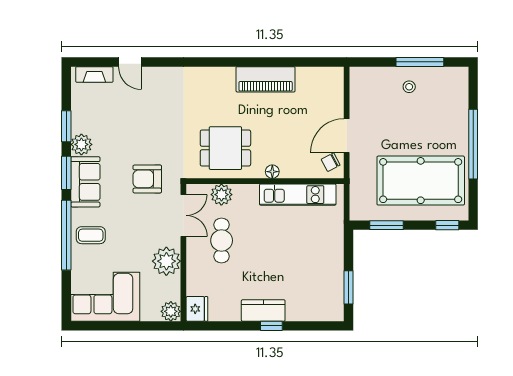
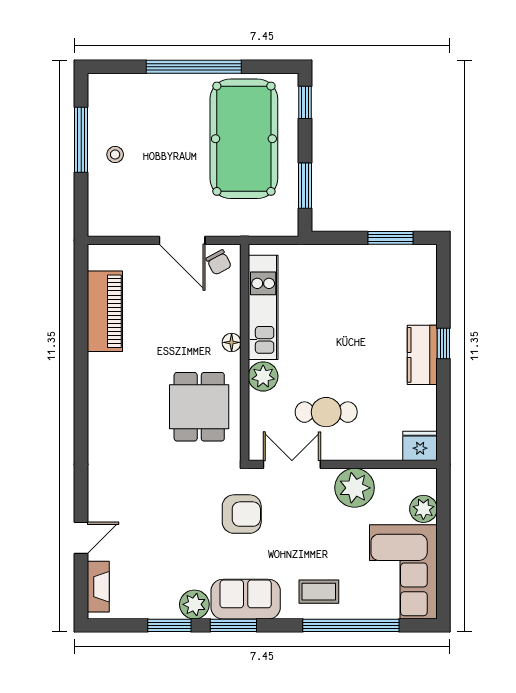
piano: (266, 79) -> (105, 311), moved
armchair: (147, 179) -> (242, 514), turned -90
plant: (221, 195) -> (263, 376), moved
window: (66, 235) -> (351, 625), moved
coffee table: (91, 235) -> (319, 592), turned 90
plant: (171, 311) -> (423, 509), moved

